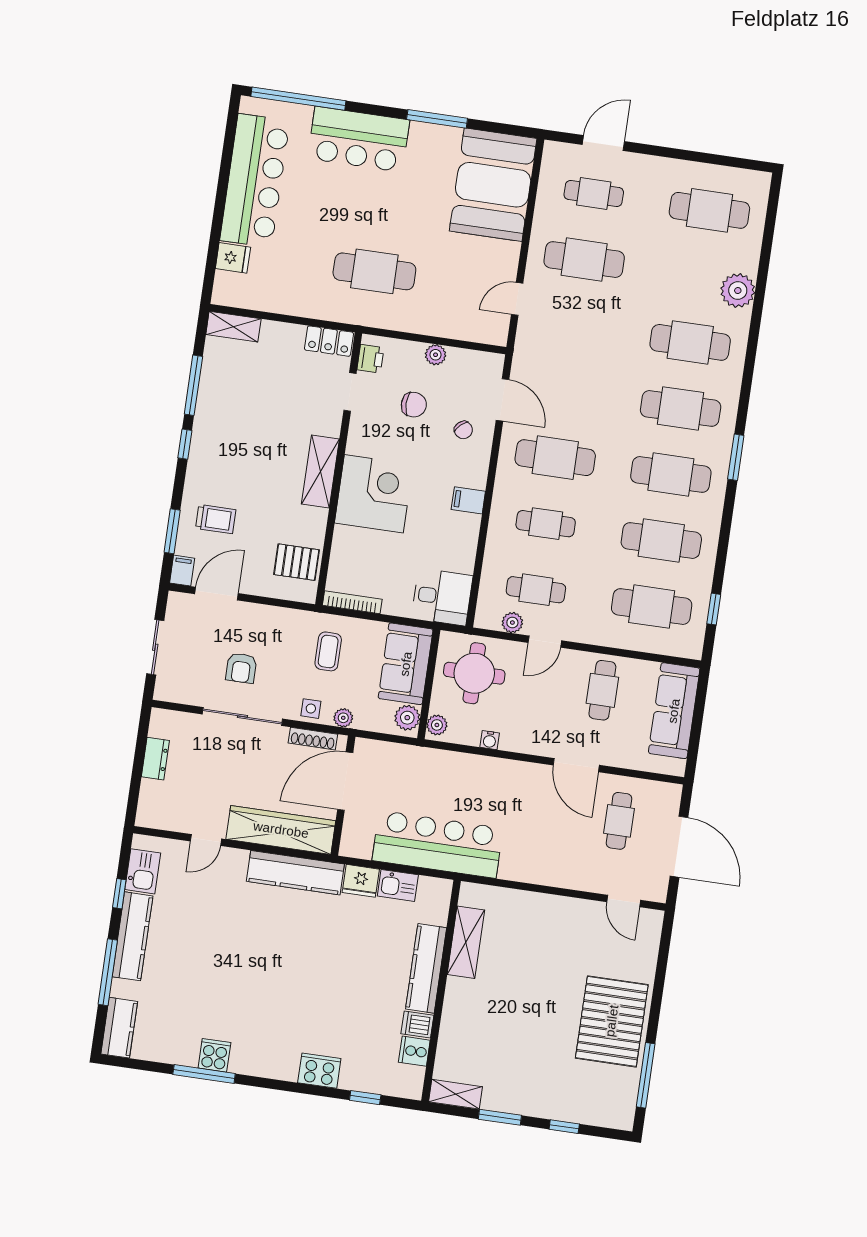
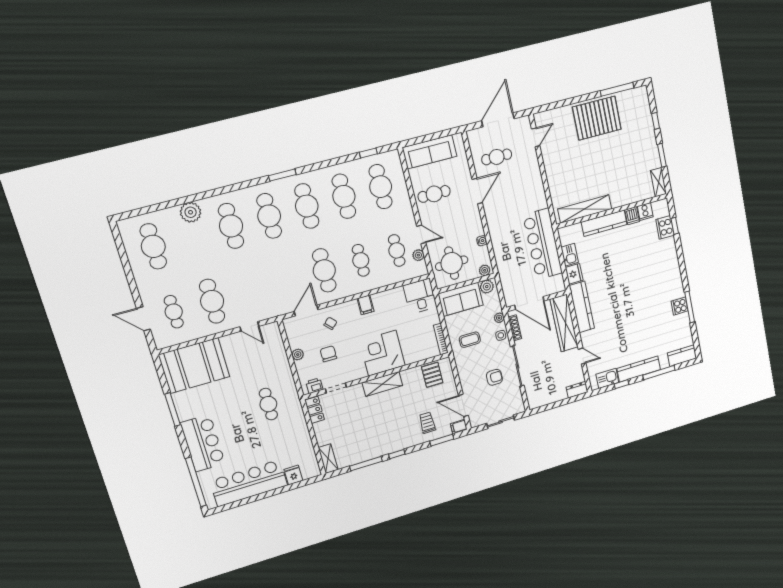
cafe table: (374, 271) -> (268, 404), width x0.73, depth x0.74
dresser: (155, 759) -> (577, 390), moved
shelving: (466, 942) -> (585, 209), width x1.47
cooker: (319, 1071) -> (665, 227), moved

